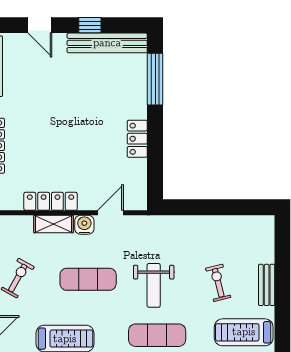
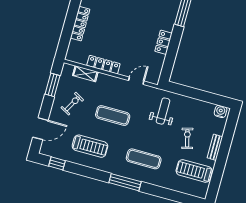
shelving: (53, 224) -> (85, 74), moved
water cooler: (84, 225) -> (221, 111), moved
weight bench: (154, 285) -> (163, 111), moved, turned 180

